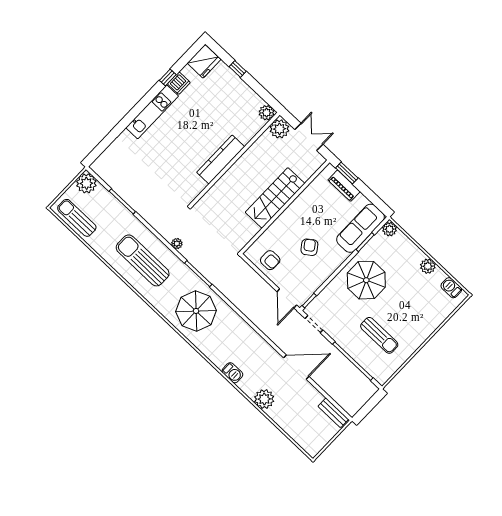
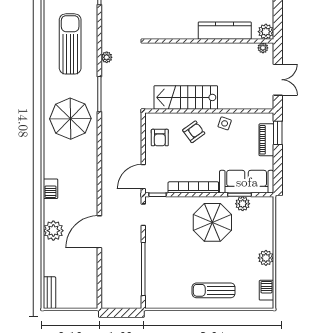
plant: (279, 129) -> (263, 48), width x0.53, depth x0.53
kitchen counter: (221, 159) -> (225, 31), moved
stairs: (275, 198) -> (186, 97), moved
side table: (304, 204) -> (225, 123), added
plant: (390, 229) -> (243, 204), moved
armchair: (309, 247) -> (194, 132), moved
bookcase: (328, 270) -> (193, 187), added
sun lounger: (379, 335) -> (214, 290), moved, turned 90
door: (296, 367) -> (99, 232), swing flipped
bench: (333, 413) -> (49, 293), moved

